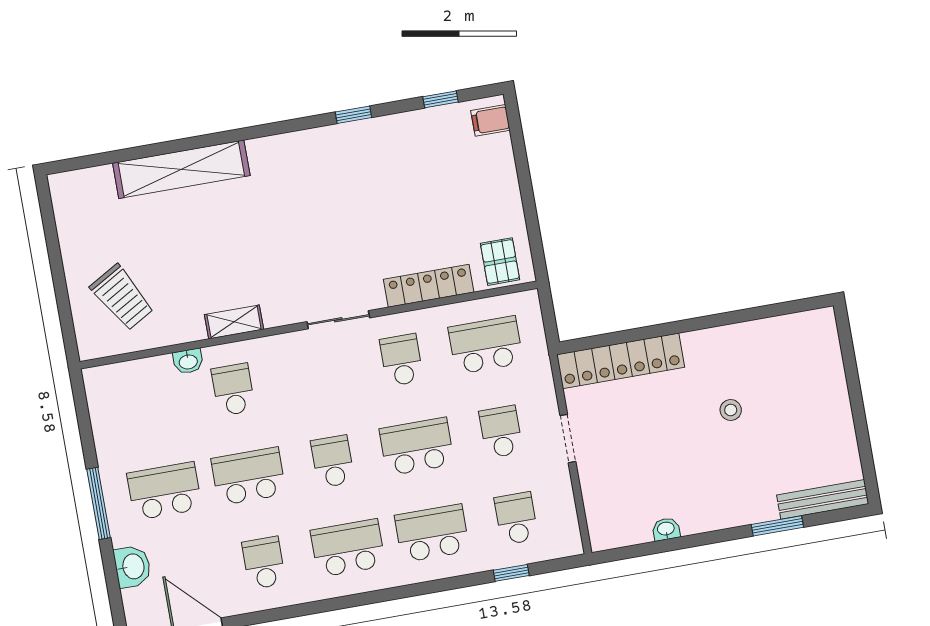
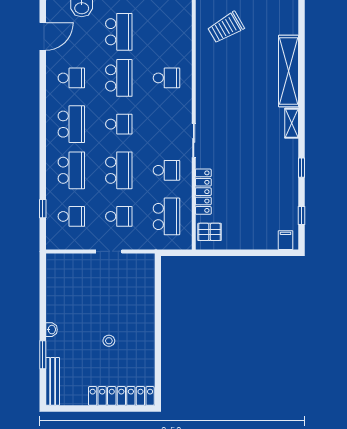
shelving: (234, 322) -> (292, 123), moved
washbasin: (188, 361) -> (186, 57), removed
locker: (621, 361) -> (121, 396), moved, turned 90
washbasin: (666, 529) -> (52, 330), moved

